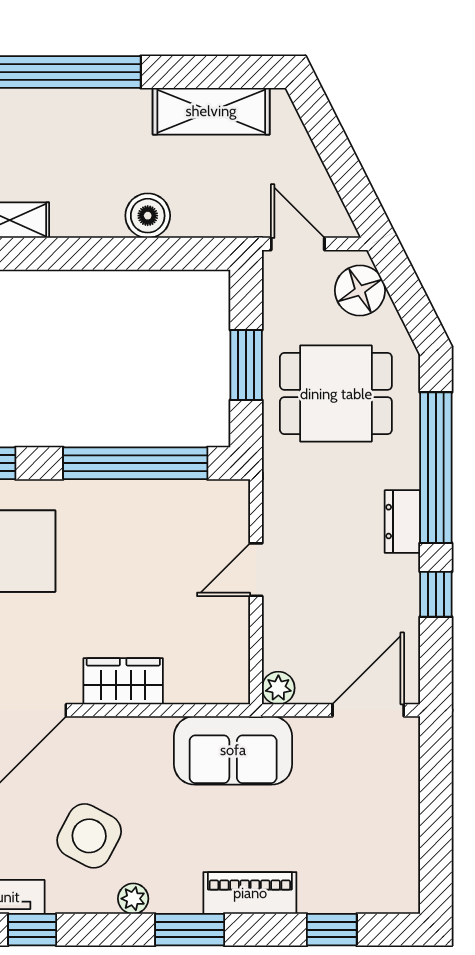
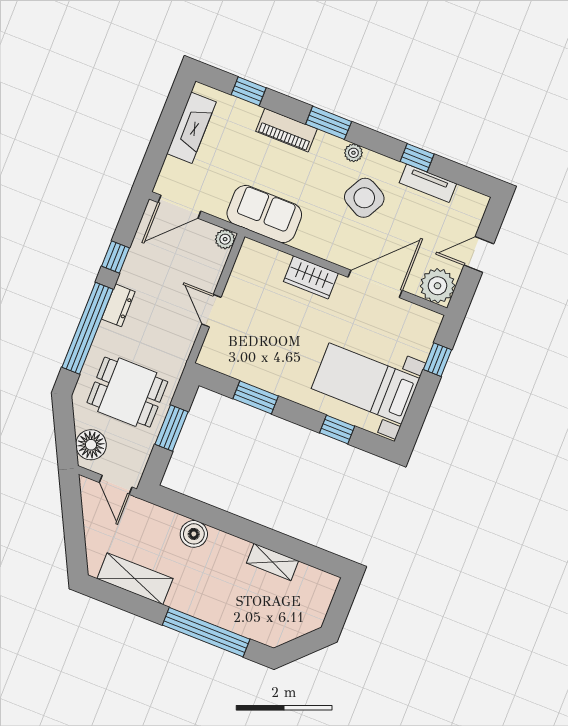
window: (135, 463) -> (256, 397), width x0.47
door: (256, 570) -> (211, 311), swing flipped
fireplace: (397, 839) -> (191, 128), added

